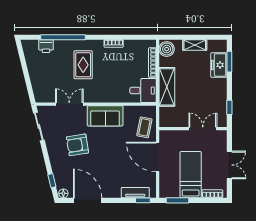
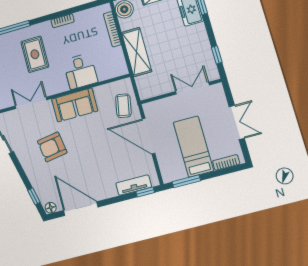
desk: (143, 91) -> (80, 71), moved, turned 90

